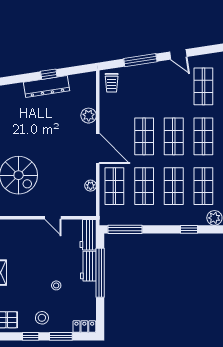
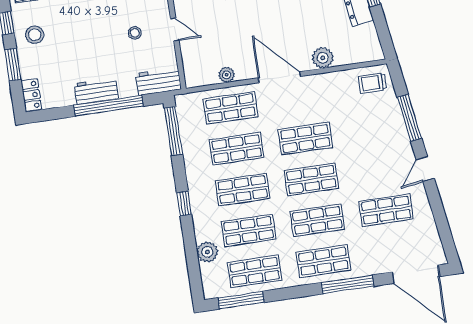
door: (98, 148) -> (279, 77), swing flipped
door: (53, 218) -> (175, 30), swing flipped
window: (189, 229) -> (184, 204), moved
workbench: (88, 266) -> (96, 91), moved
stool: (56, 285) -> (135, 33), moved

